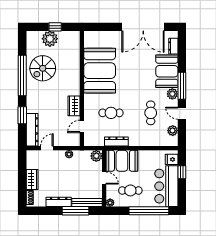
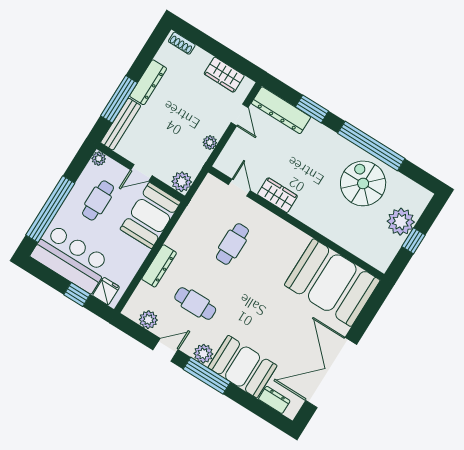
booth: (100, 71) -> (332, 283), moved
dresser: (116, 142) -> (159, 266), moved
wardrobe: (32, 179) -> (224, 75), moved

